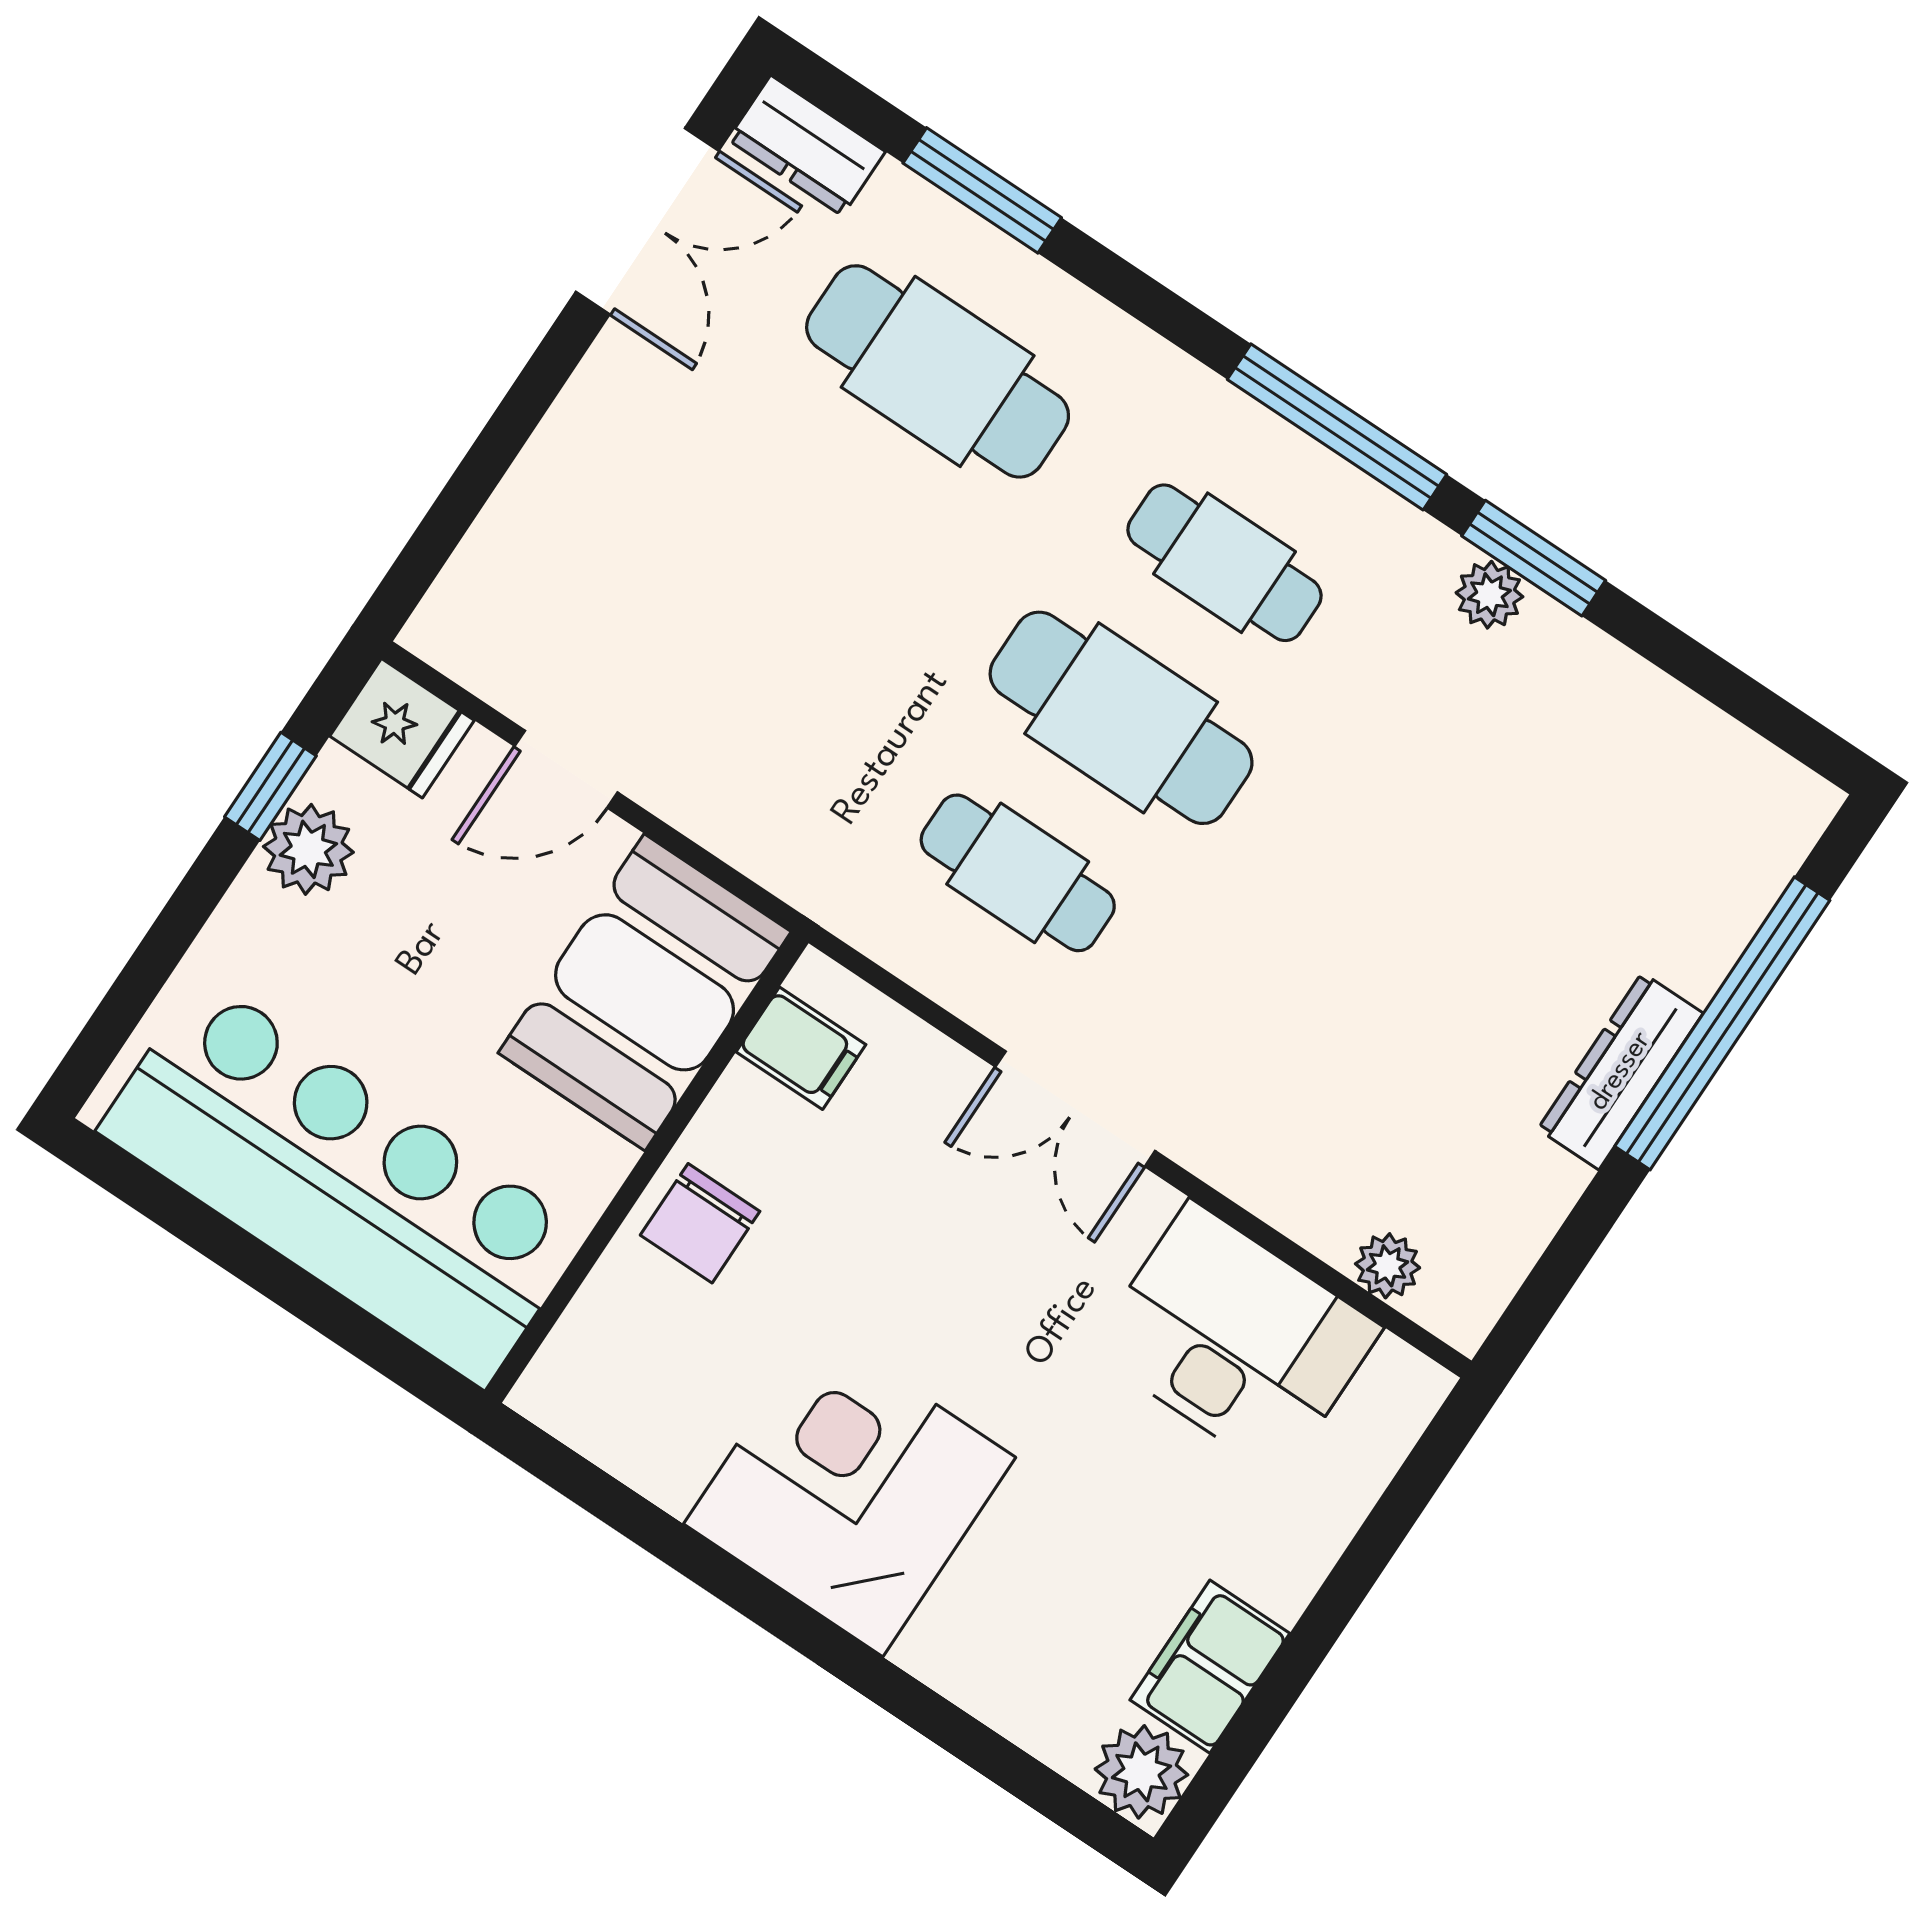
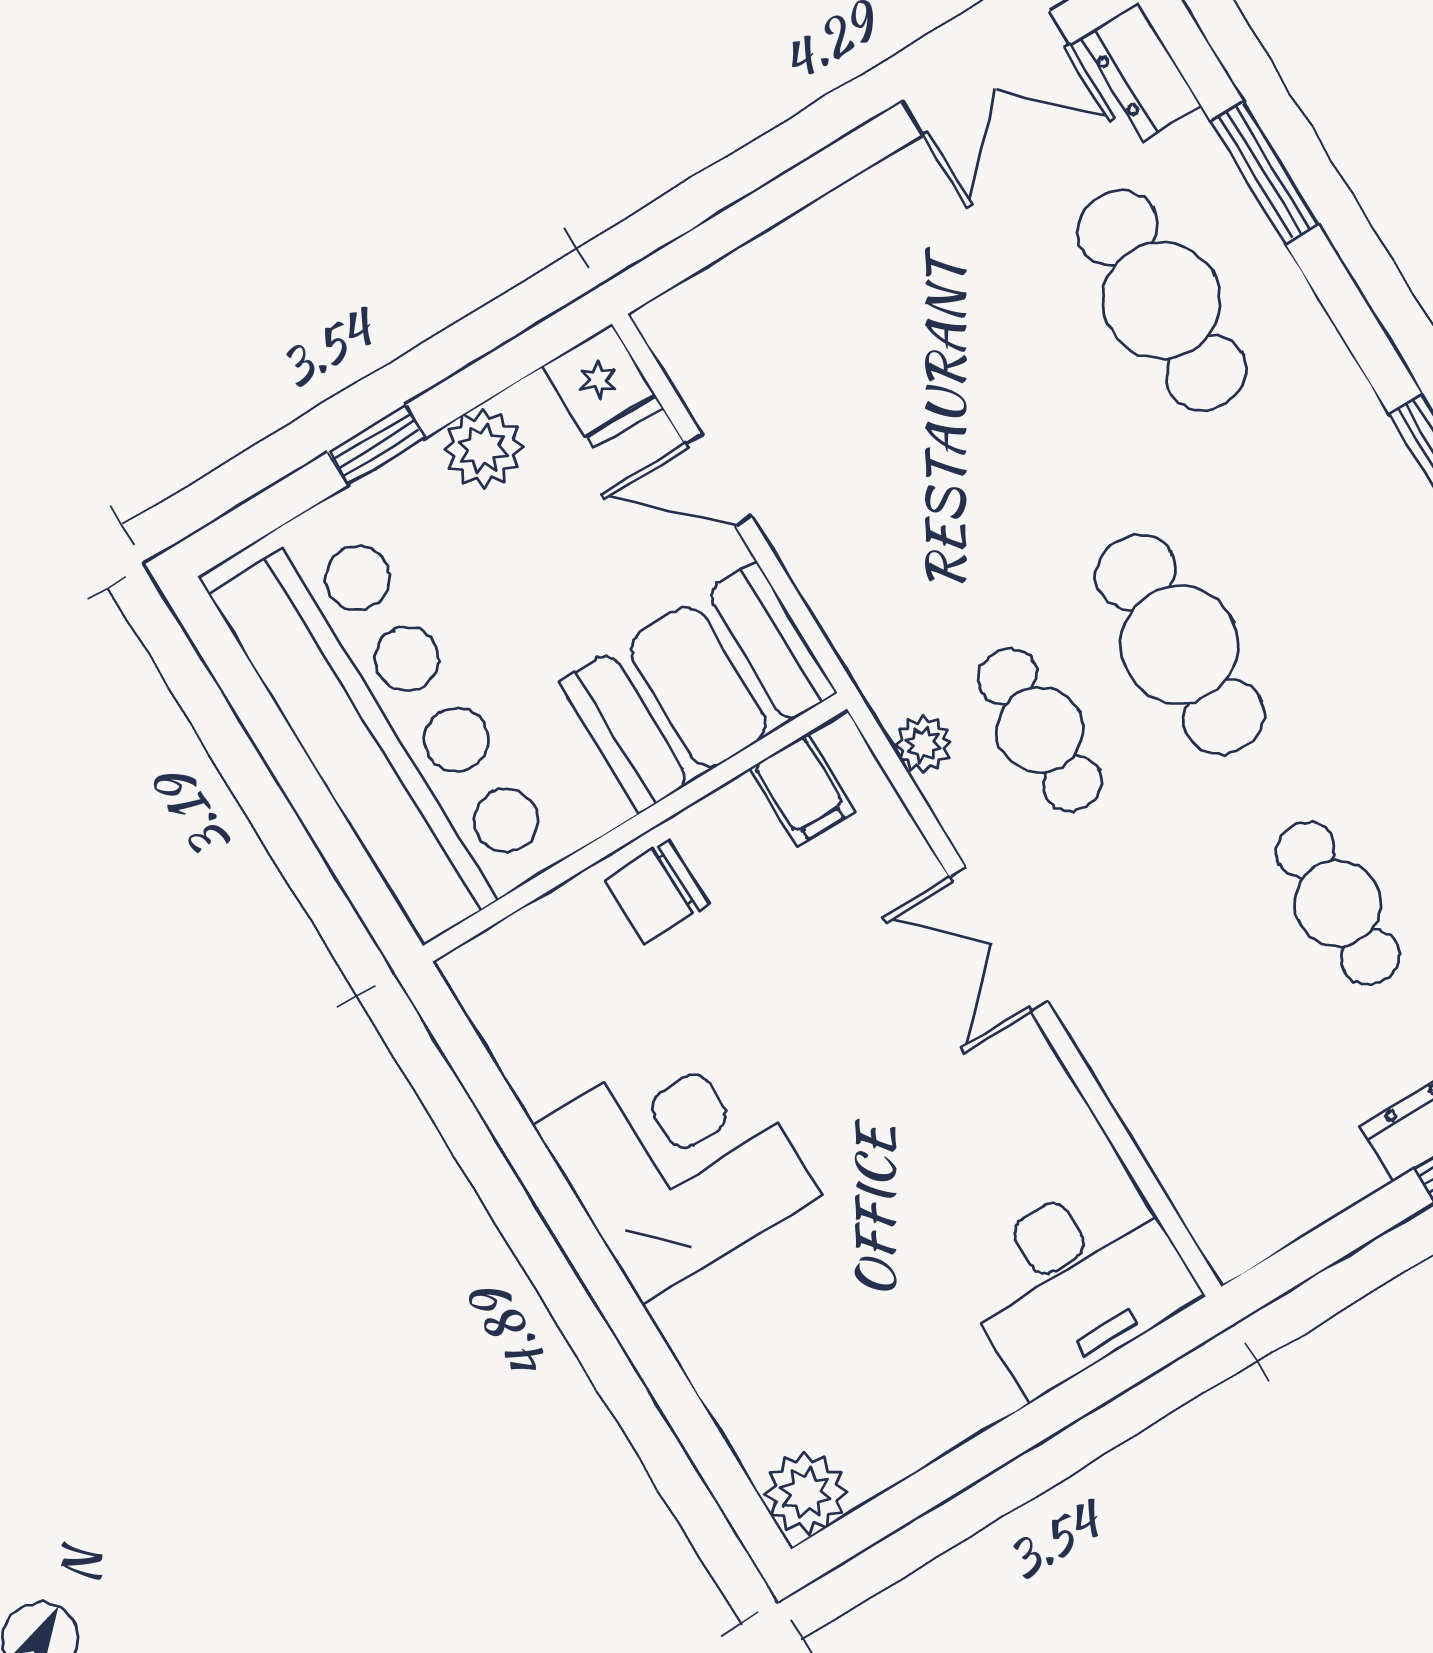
cafe table: (1225, 563) -> (1338, 903), moved
window: (270, 786) -> (377, 445), moved
plant: (1388, 1266) -> (923, 744), moved
desk: (1236, 1339) -> (1075, 1281), moved, turned 90
filing cabinet: (1210, 1667) -> (899, 1434), removed

